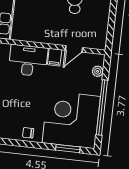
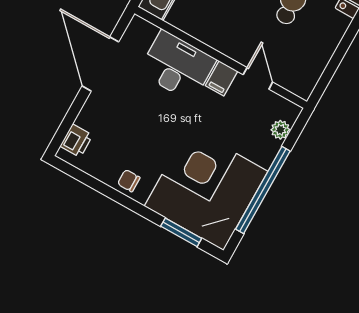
door: (74, 49) -> (258, 78), swing flipped

